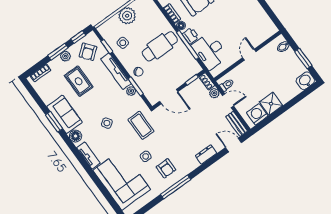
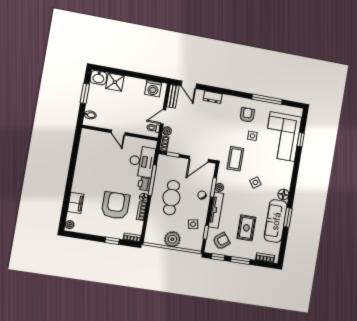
cafe table: (160, 46) -> (171, 198), turned 90
door: (249, 55) -> (118, 133), hinge flipped
plant: (65, 56) -> (239, 253), removed
door: (169, 97) -> (199, 159), swing flipped
door: (228, 101) -> (163, 117), hinge flipped
shower: (271, 104) -> (115, 82), moved
sofa: (64, 114) -> (276, 221), width x1.36
tv unit: (88, 155) -> (288, 174), removed
window: (176, 187) -> (267, 99), moved
window: (105, 192) -> (301, 140), added

